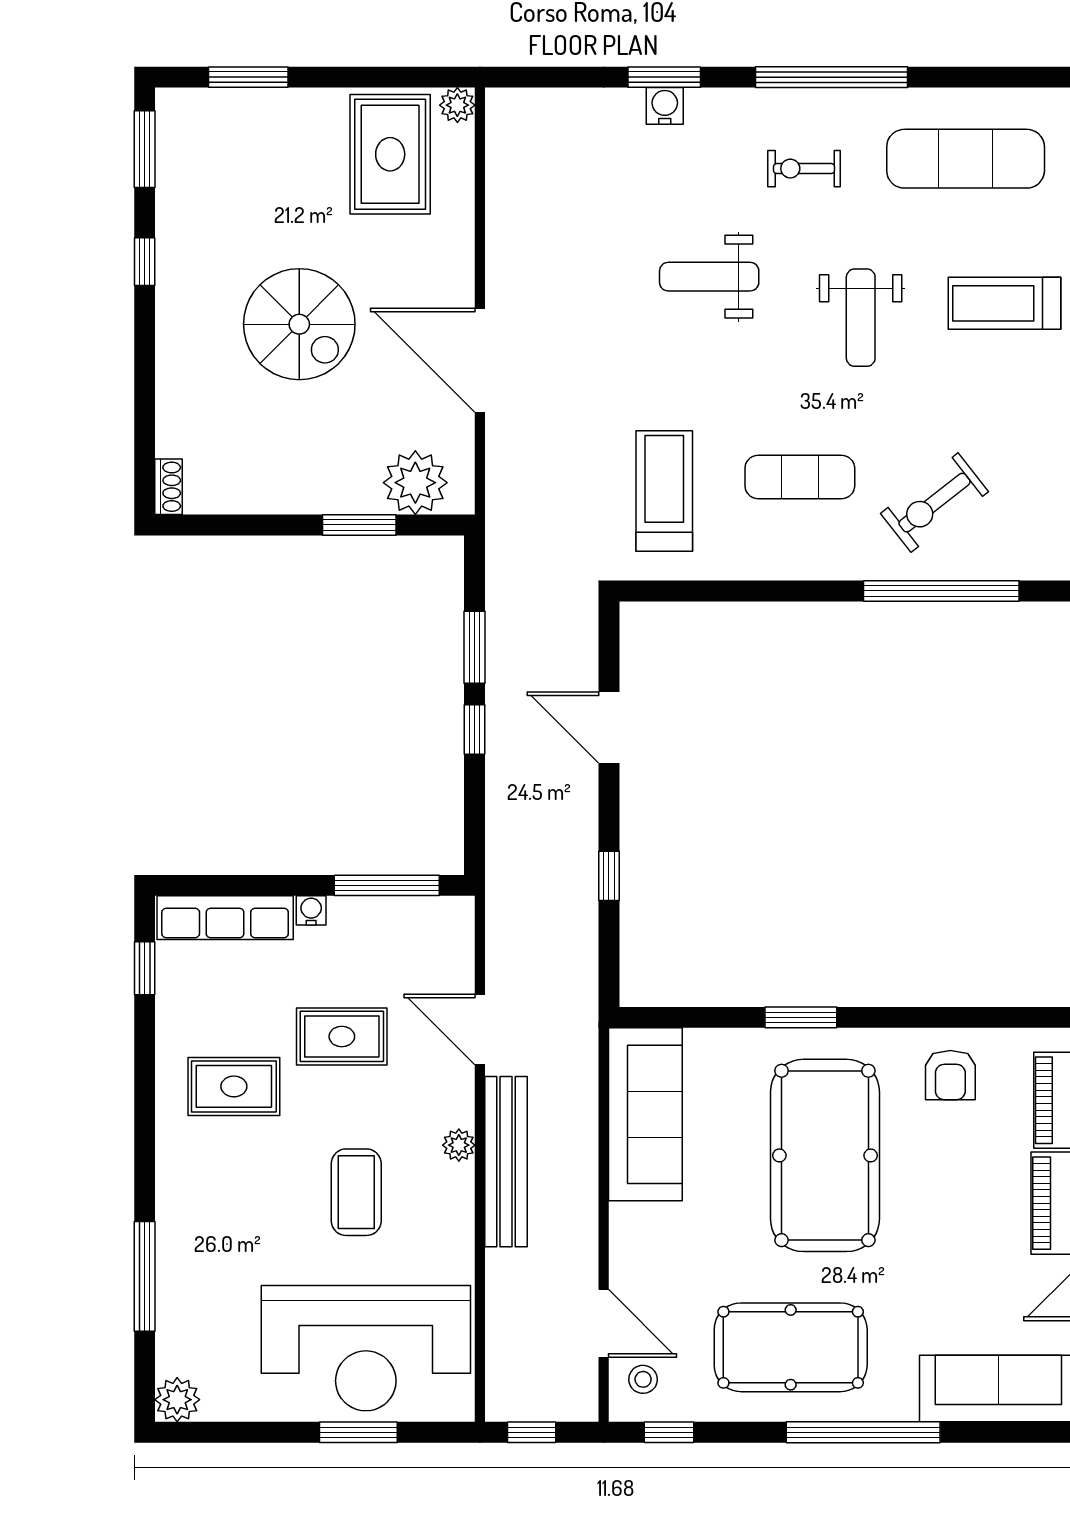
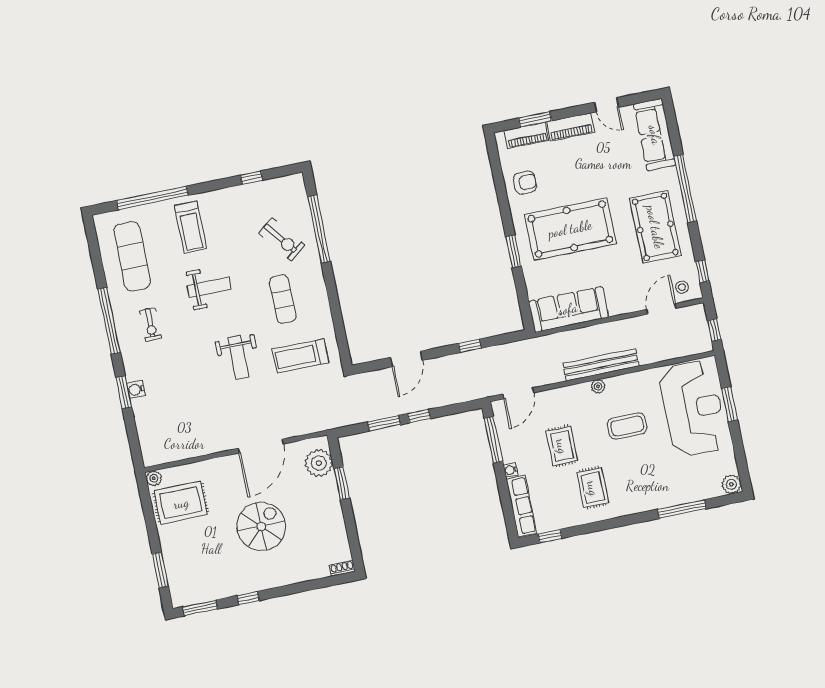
weight bench: (709, 277) -> (238, 358), moved
door: (480, 1029) -> (518, 393), moved

